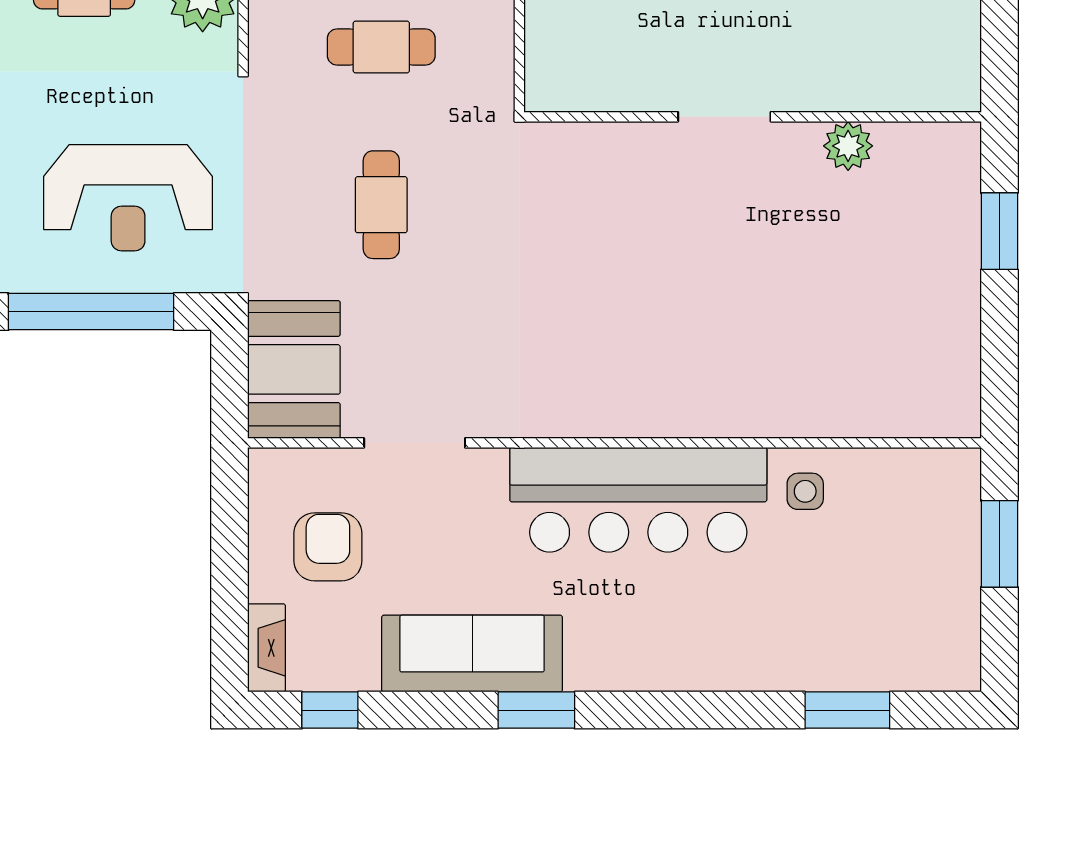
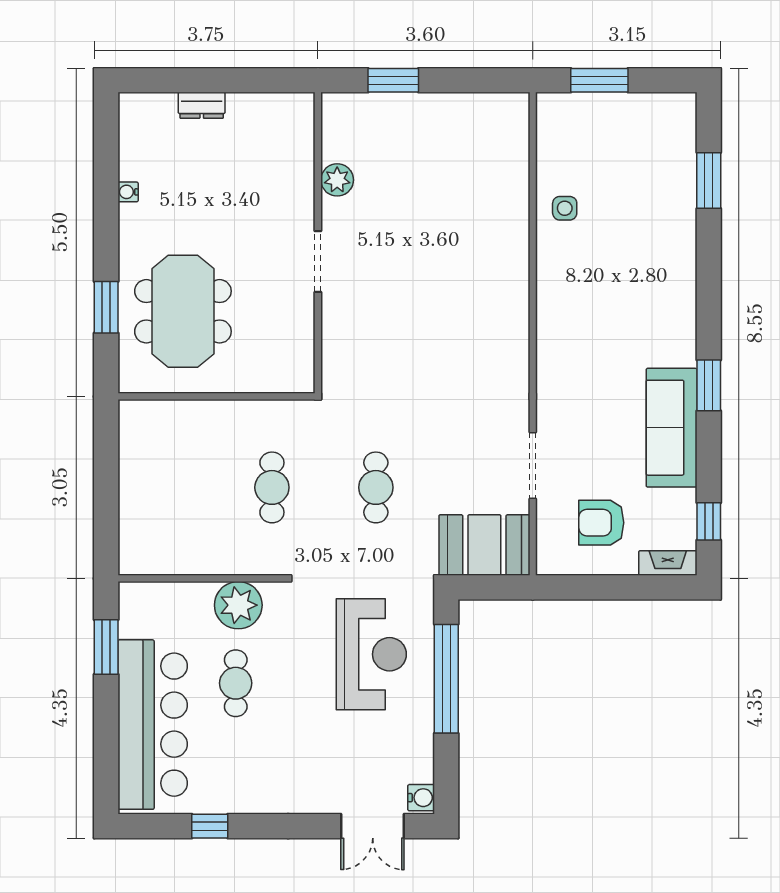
cafe table: (381, 205) -> (376, 487), turned 90
bar counter: (638, 500) -> (570, 318), removed

